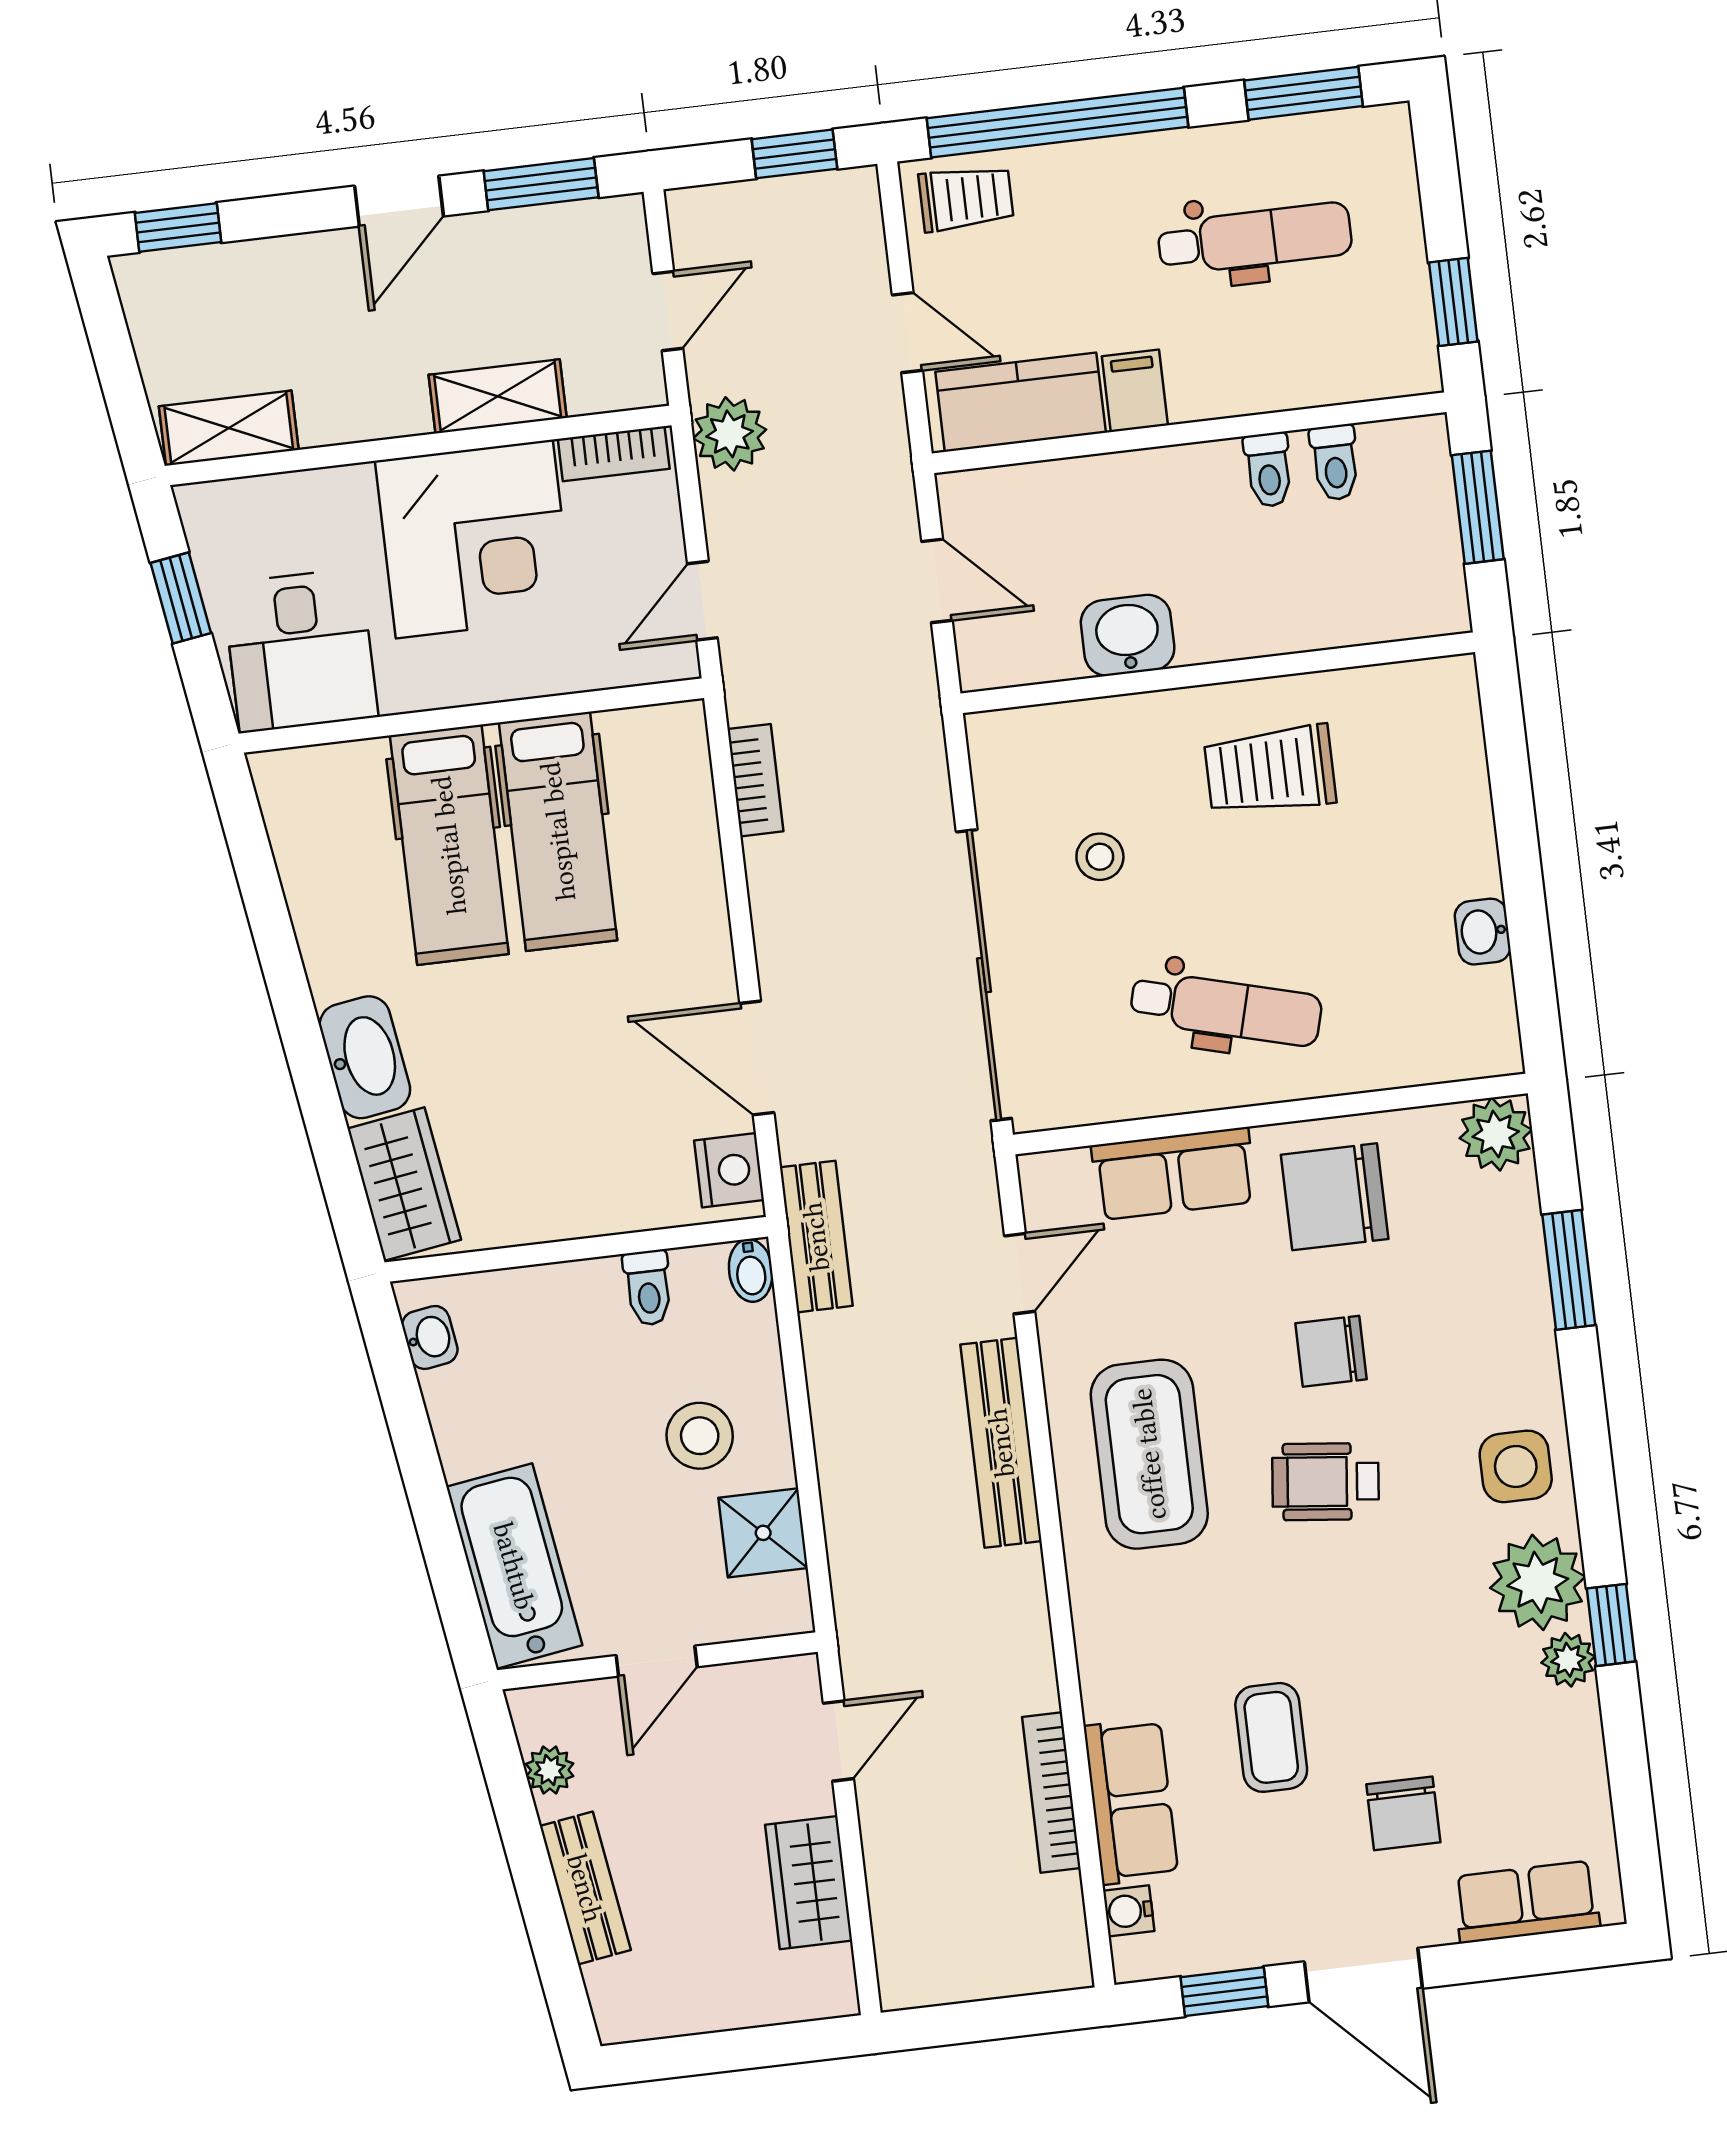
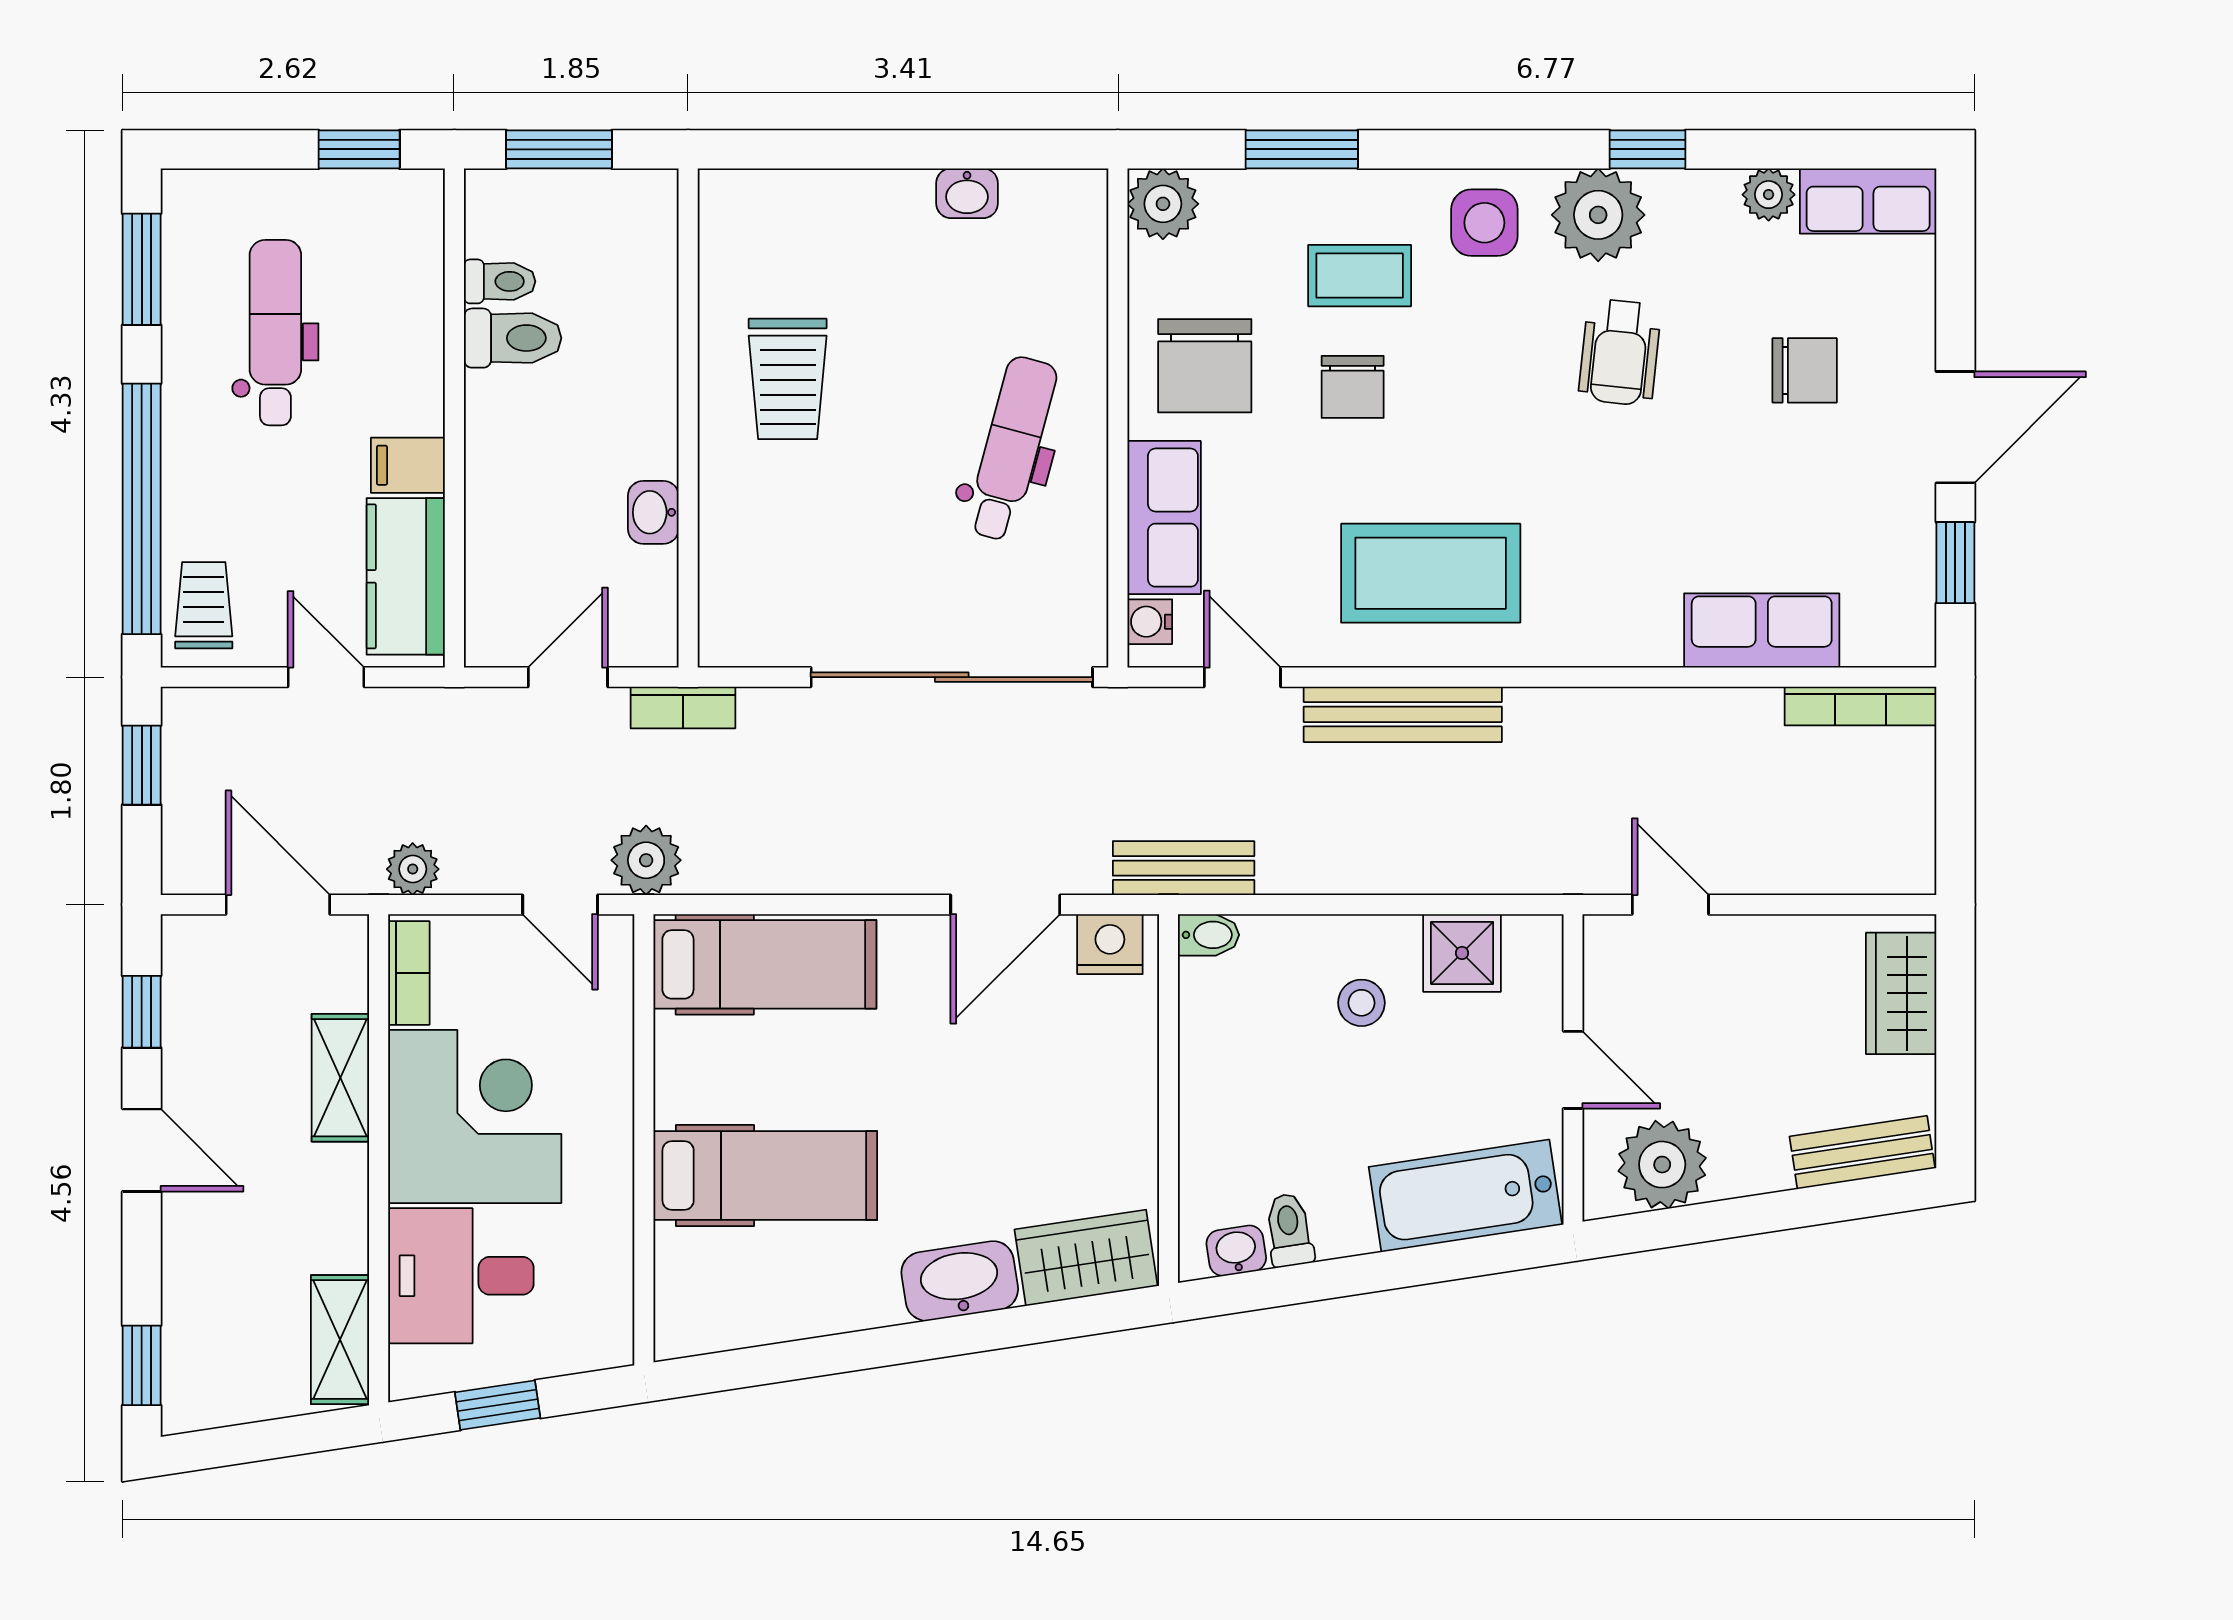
window: (541, 184) -> (142, 1012), width x0.67
door: (668, 311) -> (278, 905), width x1.38
door: (907, 333) -> (326, 677), hinge flipped
plant: (730, 434) -> (413, 869), width x0.73, depth x0.73
toilet: (1268, 470) -> (513, 338), width x1.37, depth x1.39
washbasin: (1128, 635) -> (653, 512), width x0.72, depth x0.69
desk: (300, 650) -> (461, 1276), moved, turned 180
plant: (758, 684) -> (646, 860), added
bookcase: (755, 780) -> (683, 707), moved, turned 180
hospital bed: (558, 831) -> (765, 964), moved
stool: (1100, 857) -> (851, 552), removed
toilet: (648, 1288) -> (1289, 1230), moved, turned -99
stool: (700, 1436) -> (1361, 1003), width x0.73, depth x0.73
wheelchair: (1325, 1482) -> (1620, 352), moved
plant: (1568, 1660) -> (1769, 195), moved
coffee table: (1271, 1737) -> (1360, 276), moved
plant: (550, 1770) -> (1662, 1165), width x1.88, depth x1.88
bookcase: (1051, 1793) -> (1860, 706), moved
wardrobe: (809, 1883) -> (1901, 993), moved, turned 90
bench: (585, 1888) -> (1862, 1152), moved
row of seats: (1526, 1902) -> (1868, 201), moved, turned -90
water cooler: (1129, 1911) -> (1150, 622), moved, turned 90

